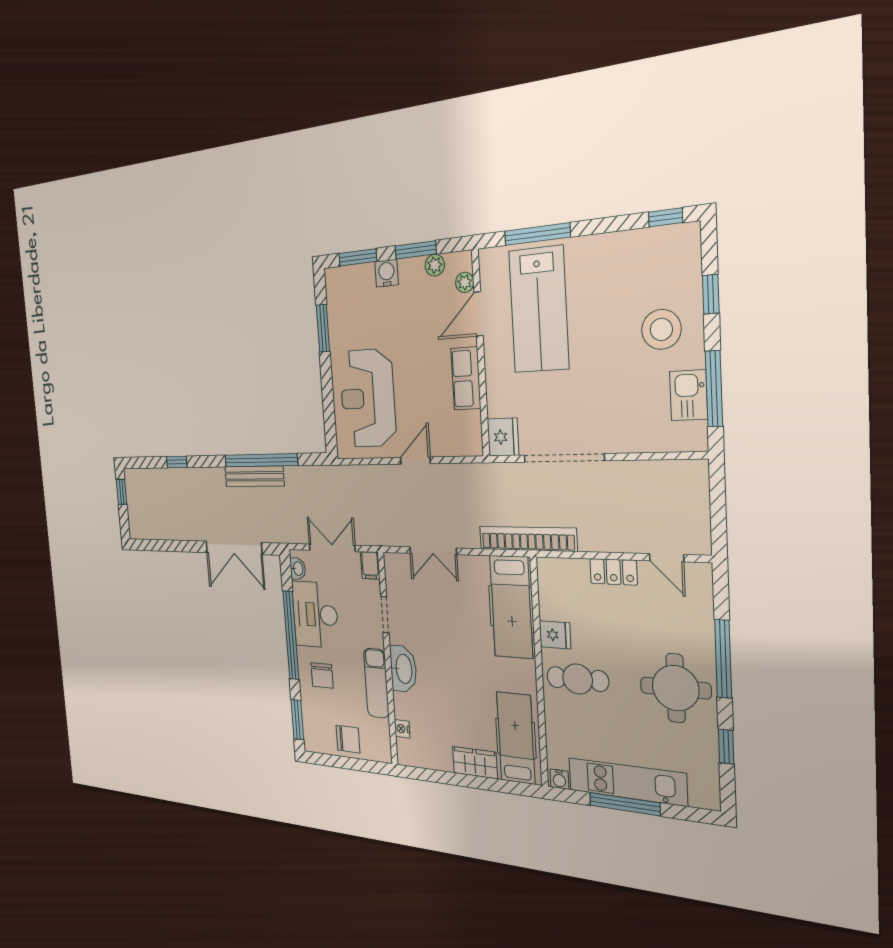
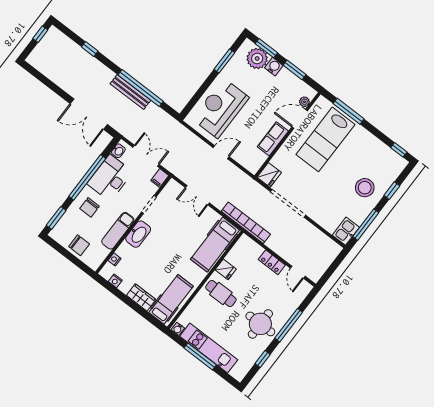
plant: (435, 265) -> (257, 58), moved, width x1.88, depth x1.88
kitchen sink: (689, 395) -> (346, 231), moved
nightstand: (425, 760) -> (115, 281), added

